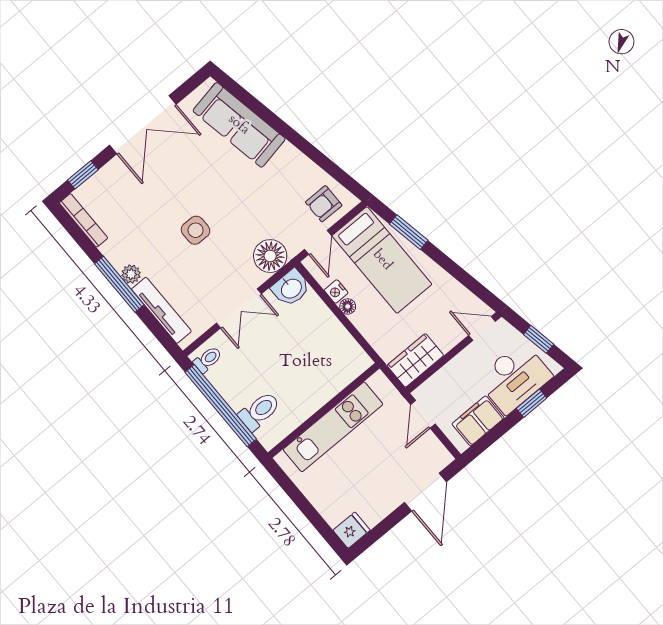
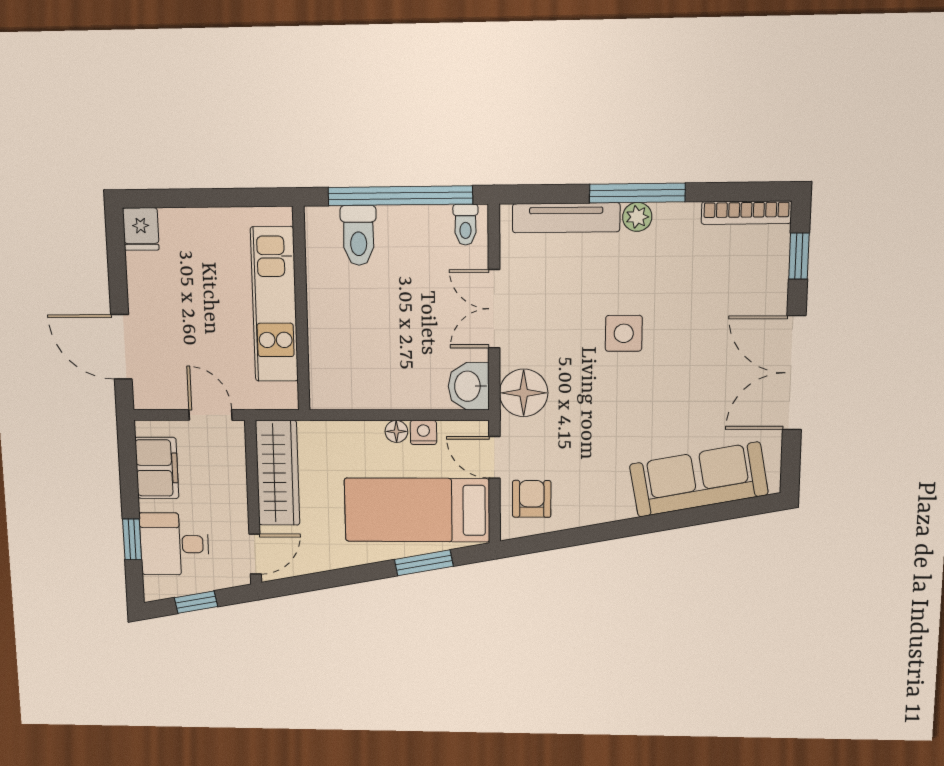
wardrobe: (415, 360) -> (278, 473), width x1.50
desk: (514, 378) -> (174, 544), width x0.73

